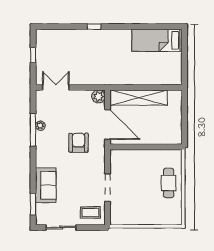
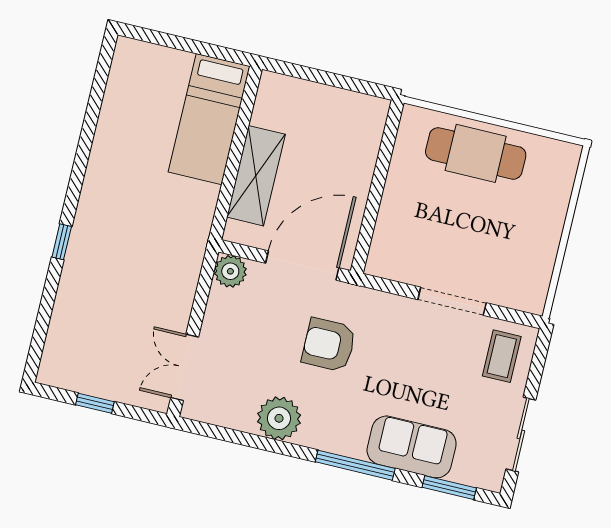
bed: (157, 40) -> (209, 119), moved
shelving: (139, 98) -> (256, 176), width x0.68
plant: (40, 126) -> (279, 418), width x1.88, depth x1.88
window: (33, 130) -> (355, 465), moved
cafe table: (169, 183) -> (476, 153), width x1.37, depth x1.35

